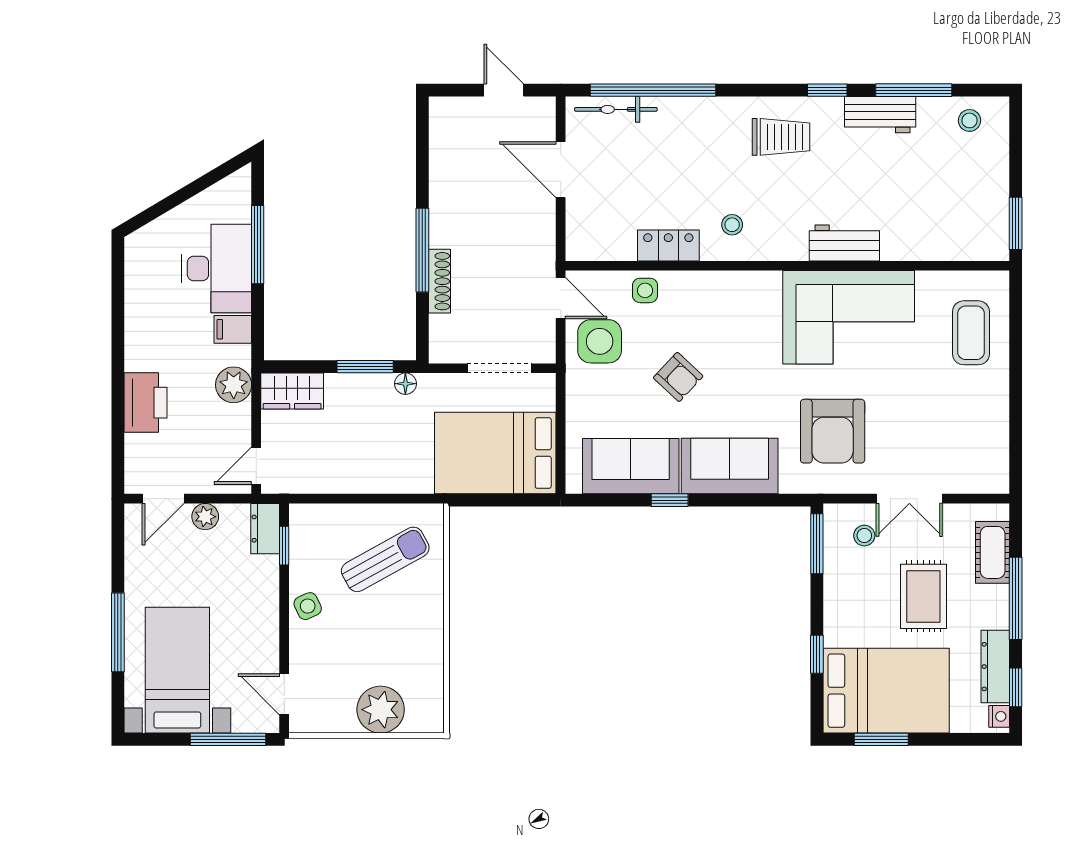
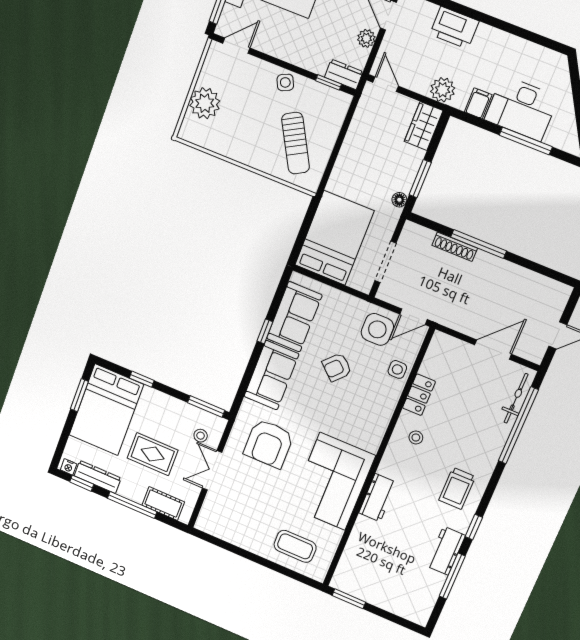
stool: (970, 120) -> (421, 599), removed
armchair: (833, 431) -> (269, 444), turned -90

